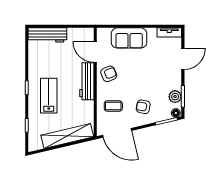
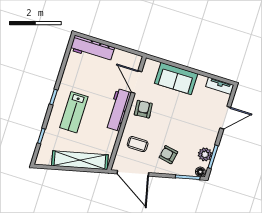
armchair: (109, 74) -> (143, 109), turned -72
lab bench: (49, 96) -> (74, 112), turned 180

